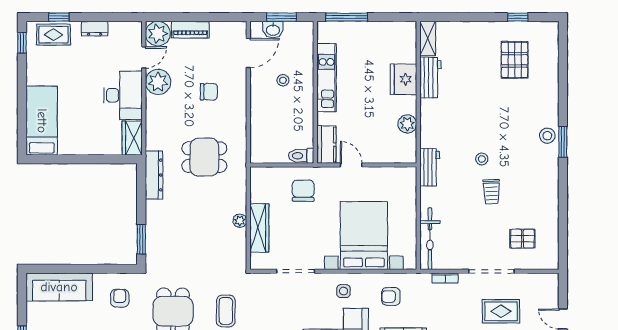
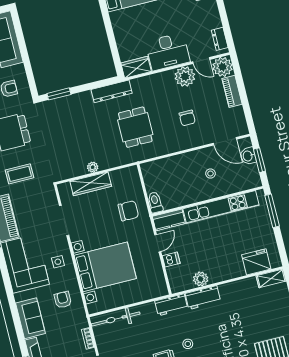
dresser: (95, 29) -> (220, 39), moved
kitchen unit: (327, 78) -> (221, 207), width x1.36
workbench: (430, 78) -> (203, 298), moved
fridge: (403, 79) -> (256, 262), moved
dishwasher: (375, 154) -> (171, 260), added

